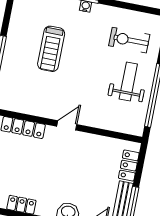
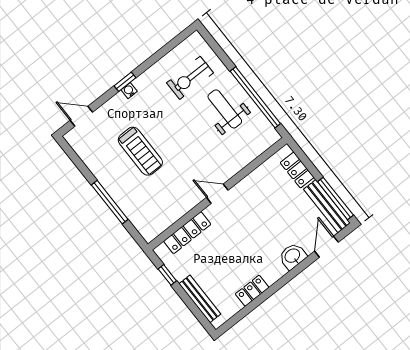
door: (67, 125) -> (217, 194), hinge flipped

